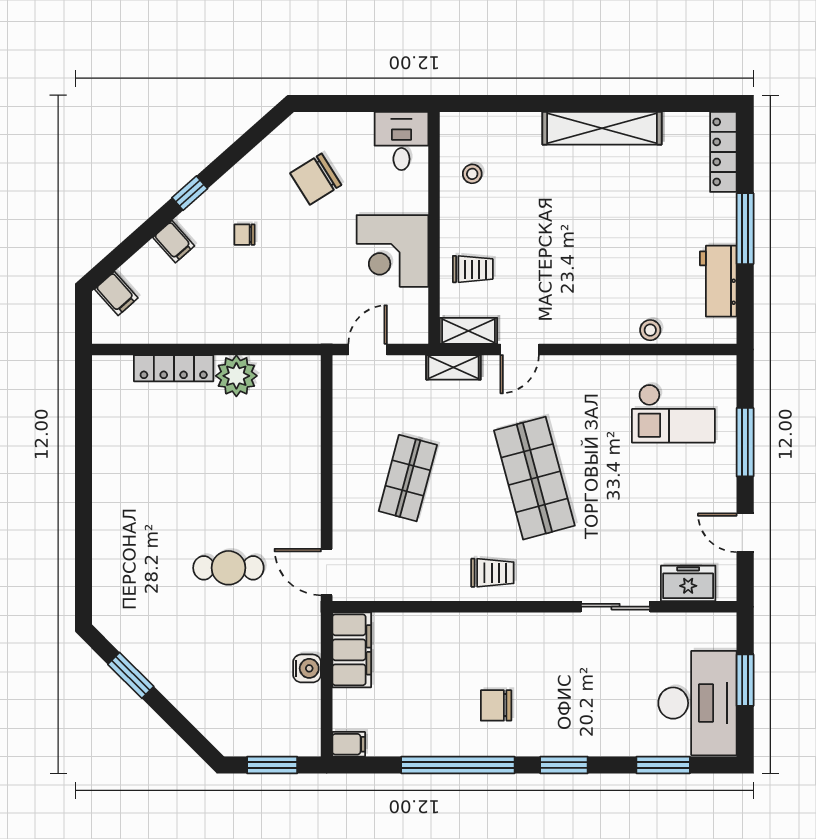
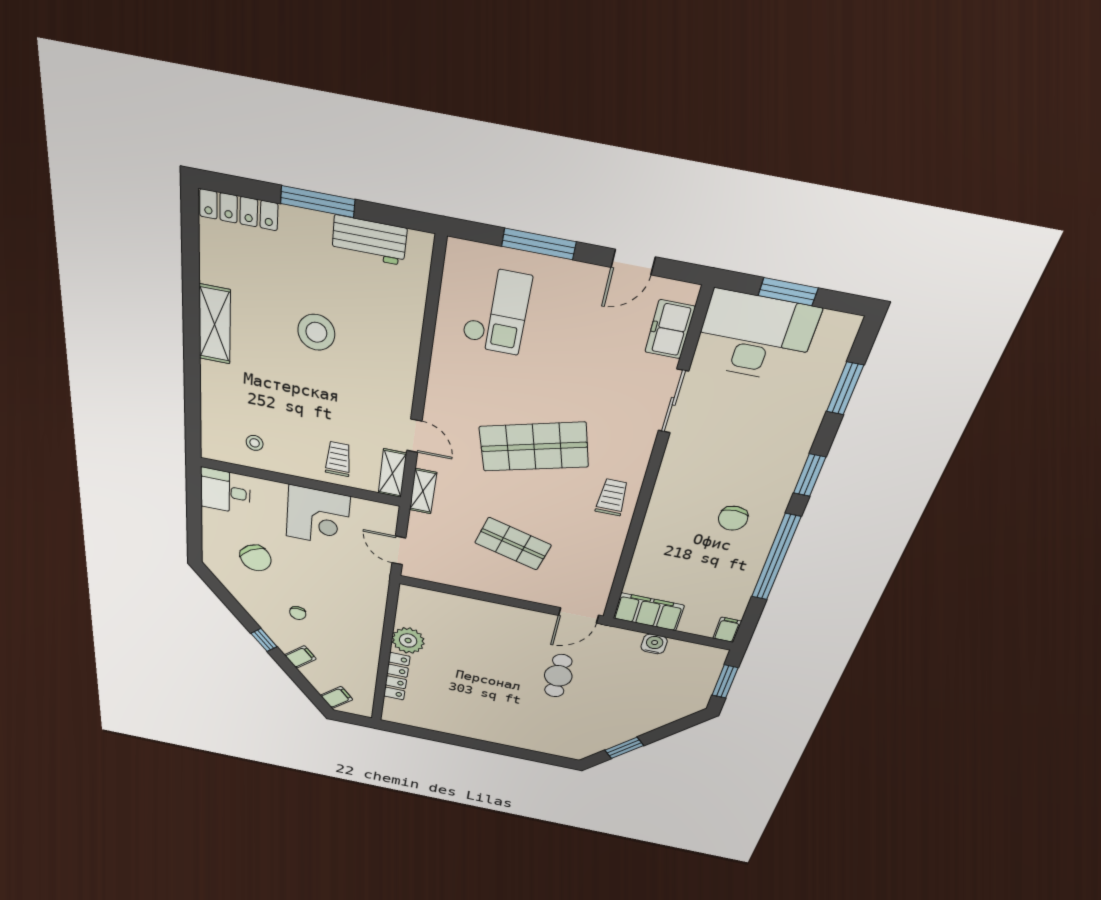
shelving: (602, 128) -> (215, 324), width x0.68
stool: (650, 330) -> (316, 332), moved, width x1.89, depth x1.89
desk: (697, 703) -> (755, 336), moved

